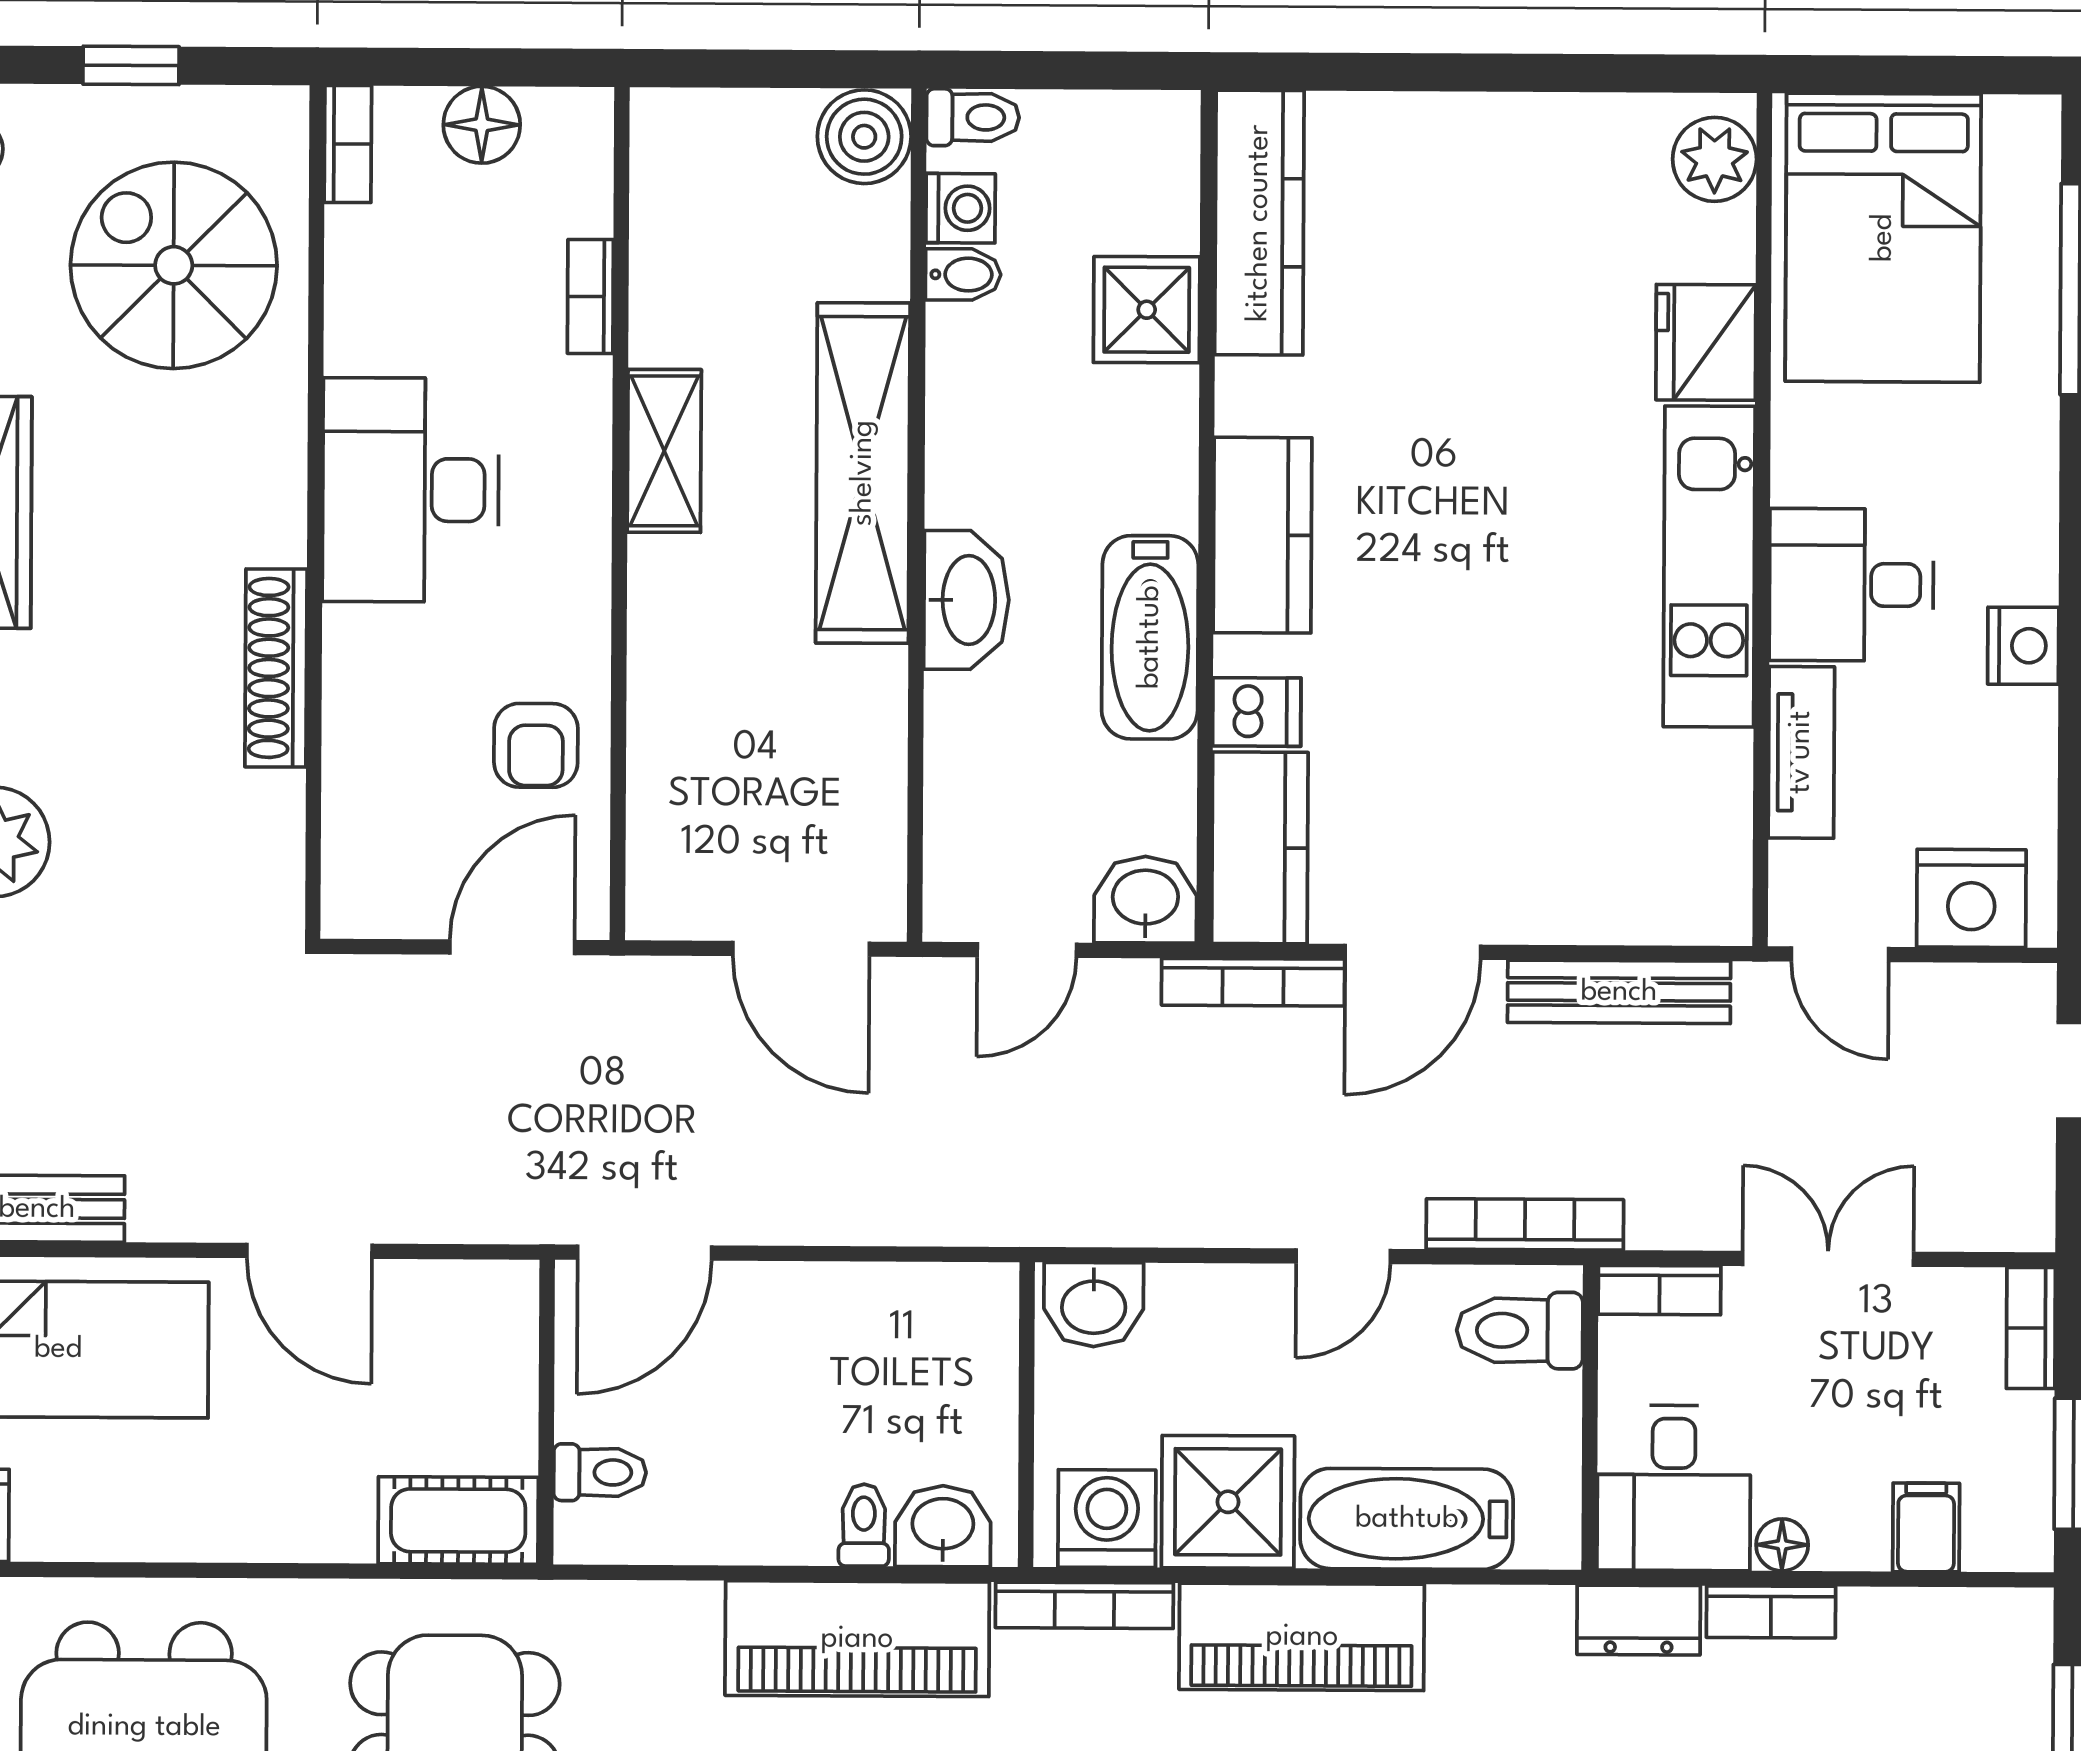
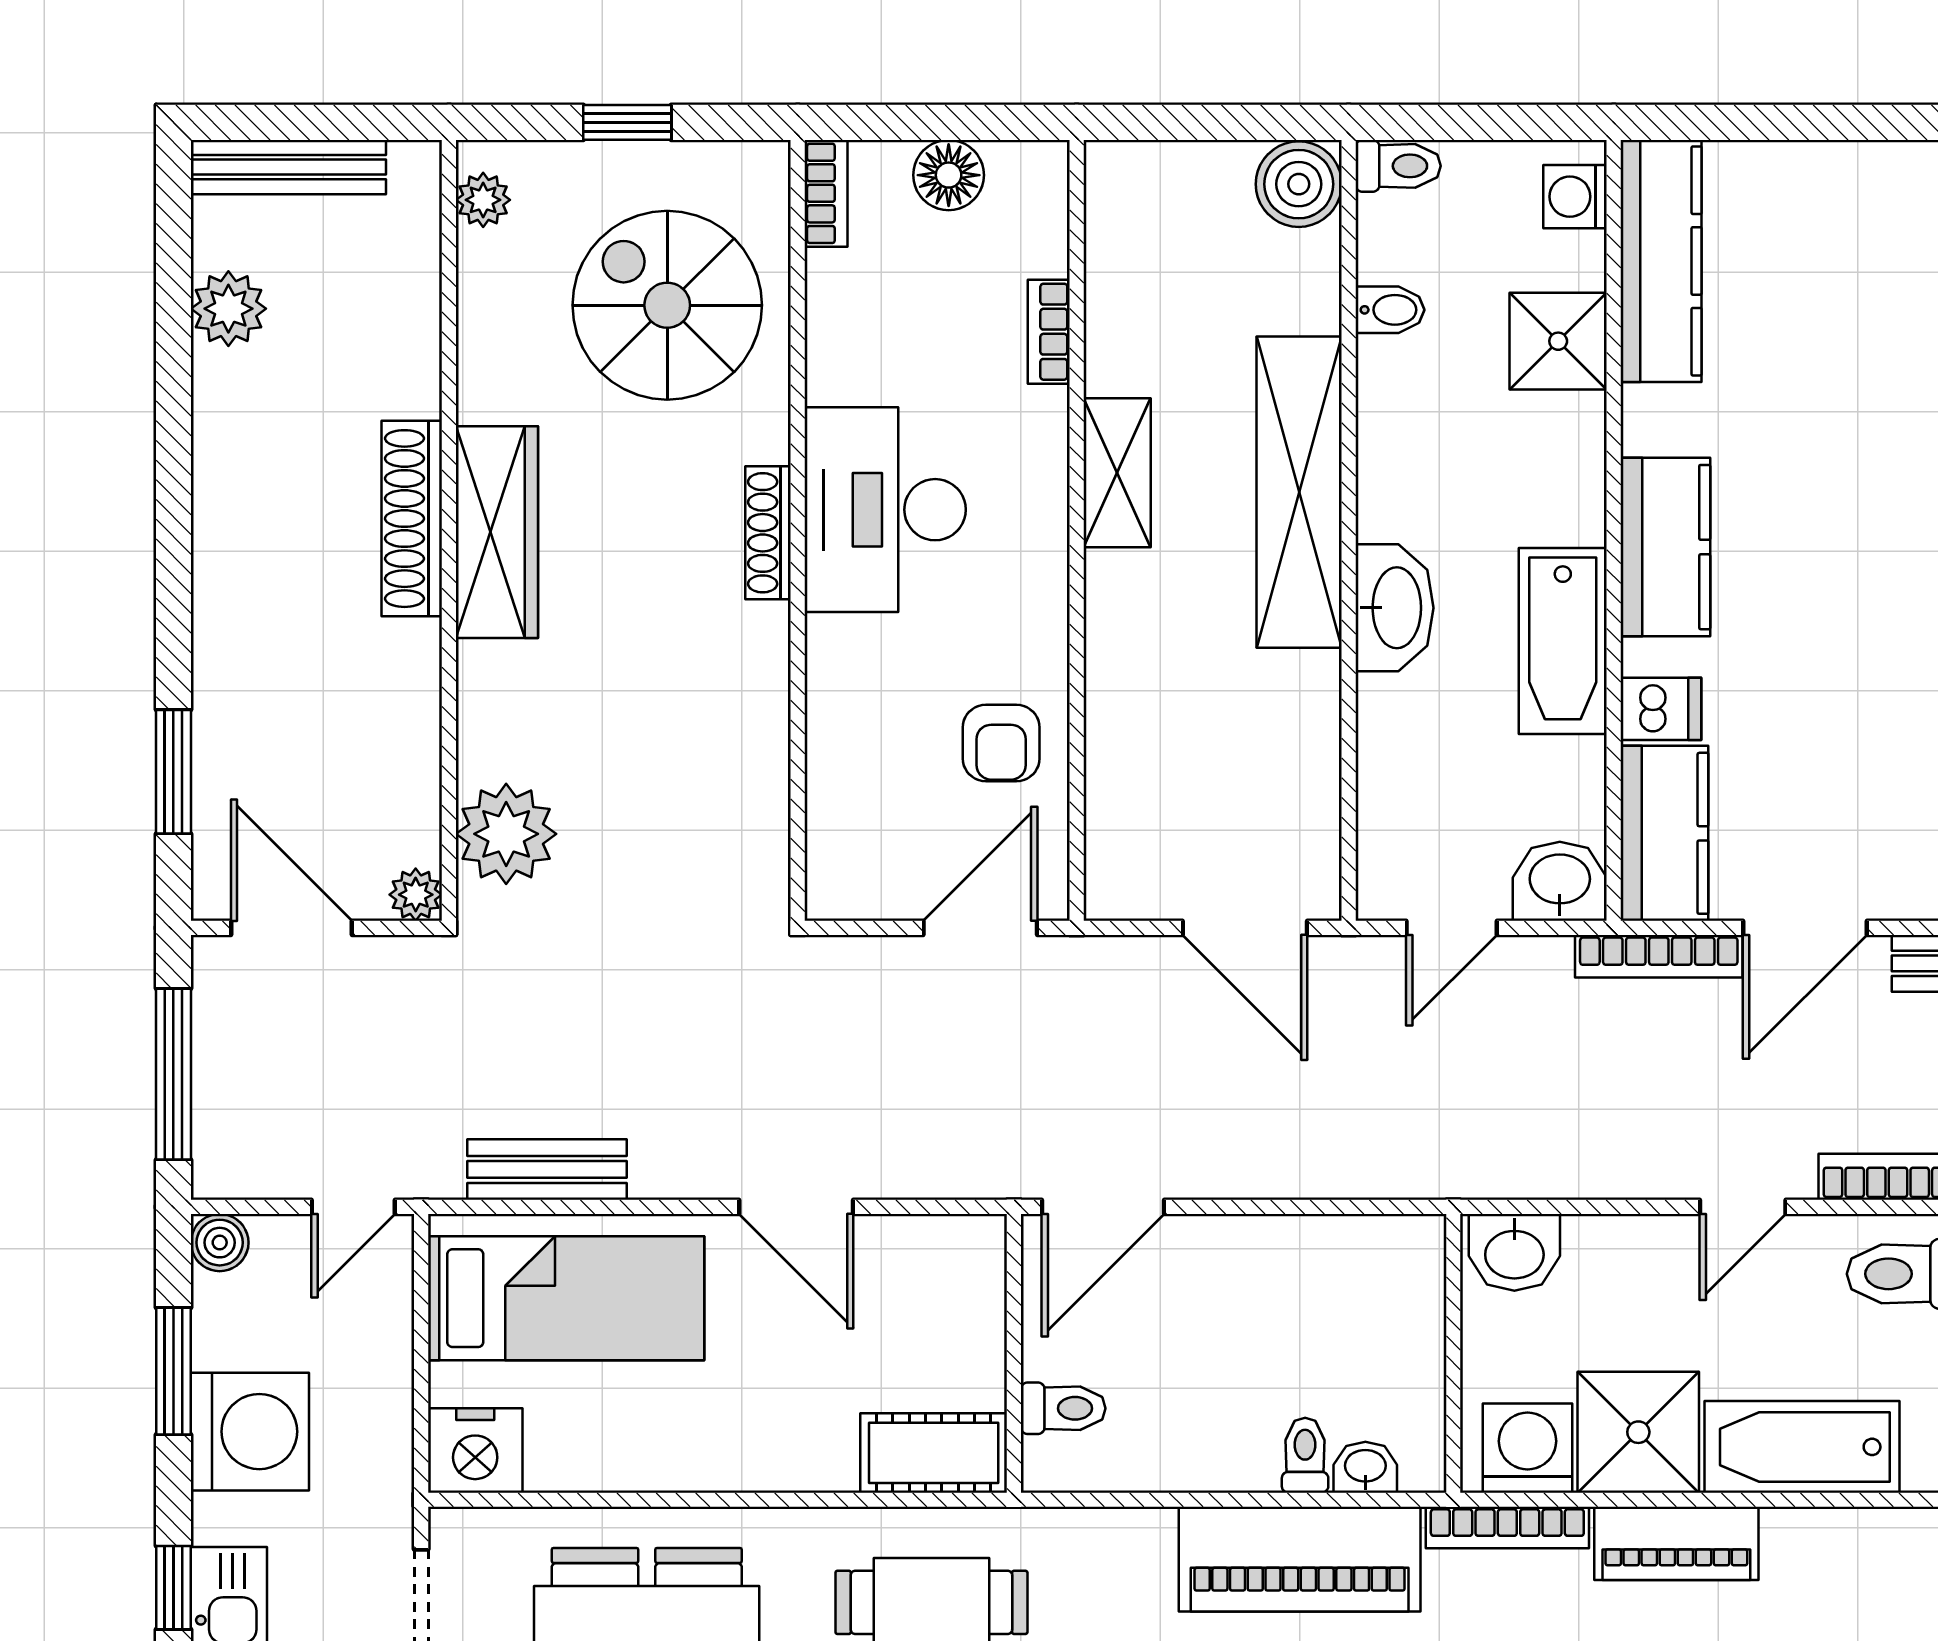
washing machine: (961, 208) -> (1575, 197), moved, turned 180
shoe rack: (276, 668) -> (768, 533), moved, width x0.74, depth x0.81
washbasin: (943, 1526) -> (1365, 1467), width x0.72, depth x0.69
piano: (1302, 1637) -> (1676, 1543), width x0.73, depth x0.75

